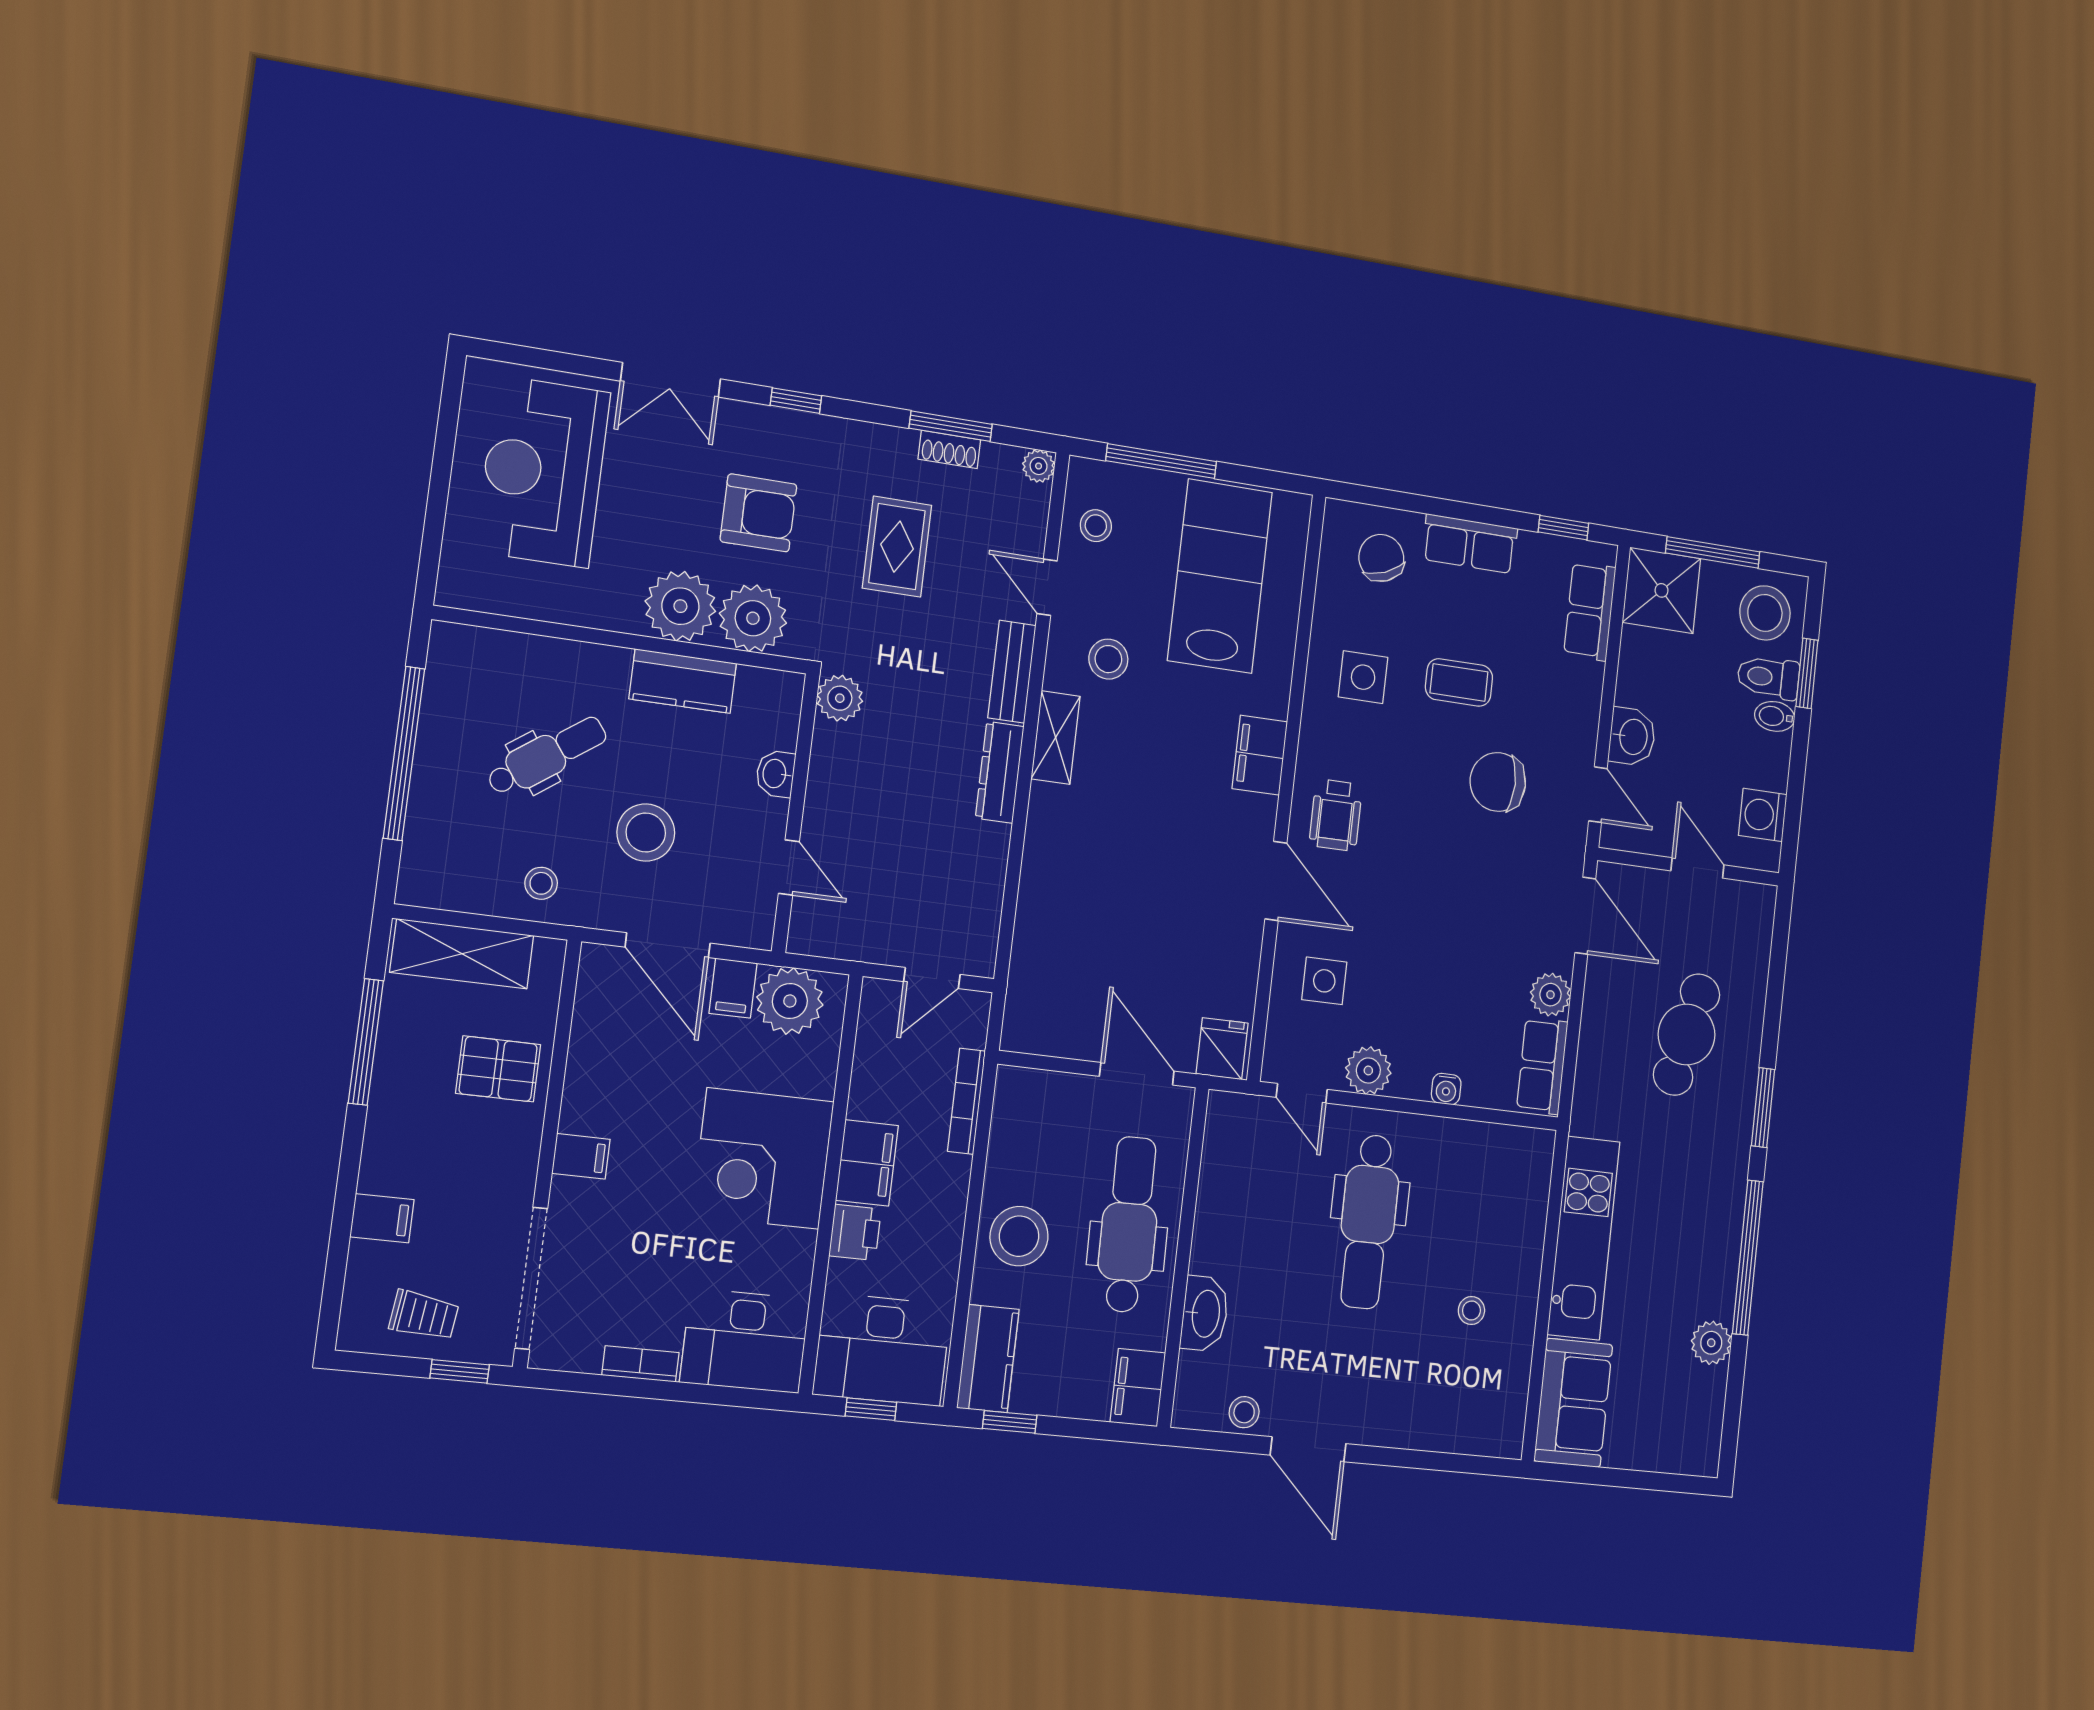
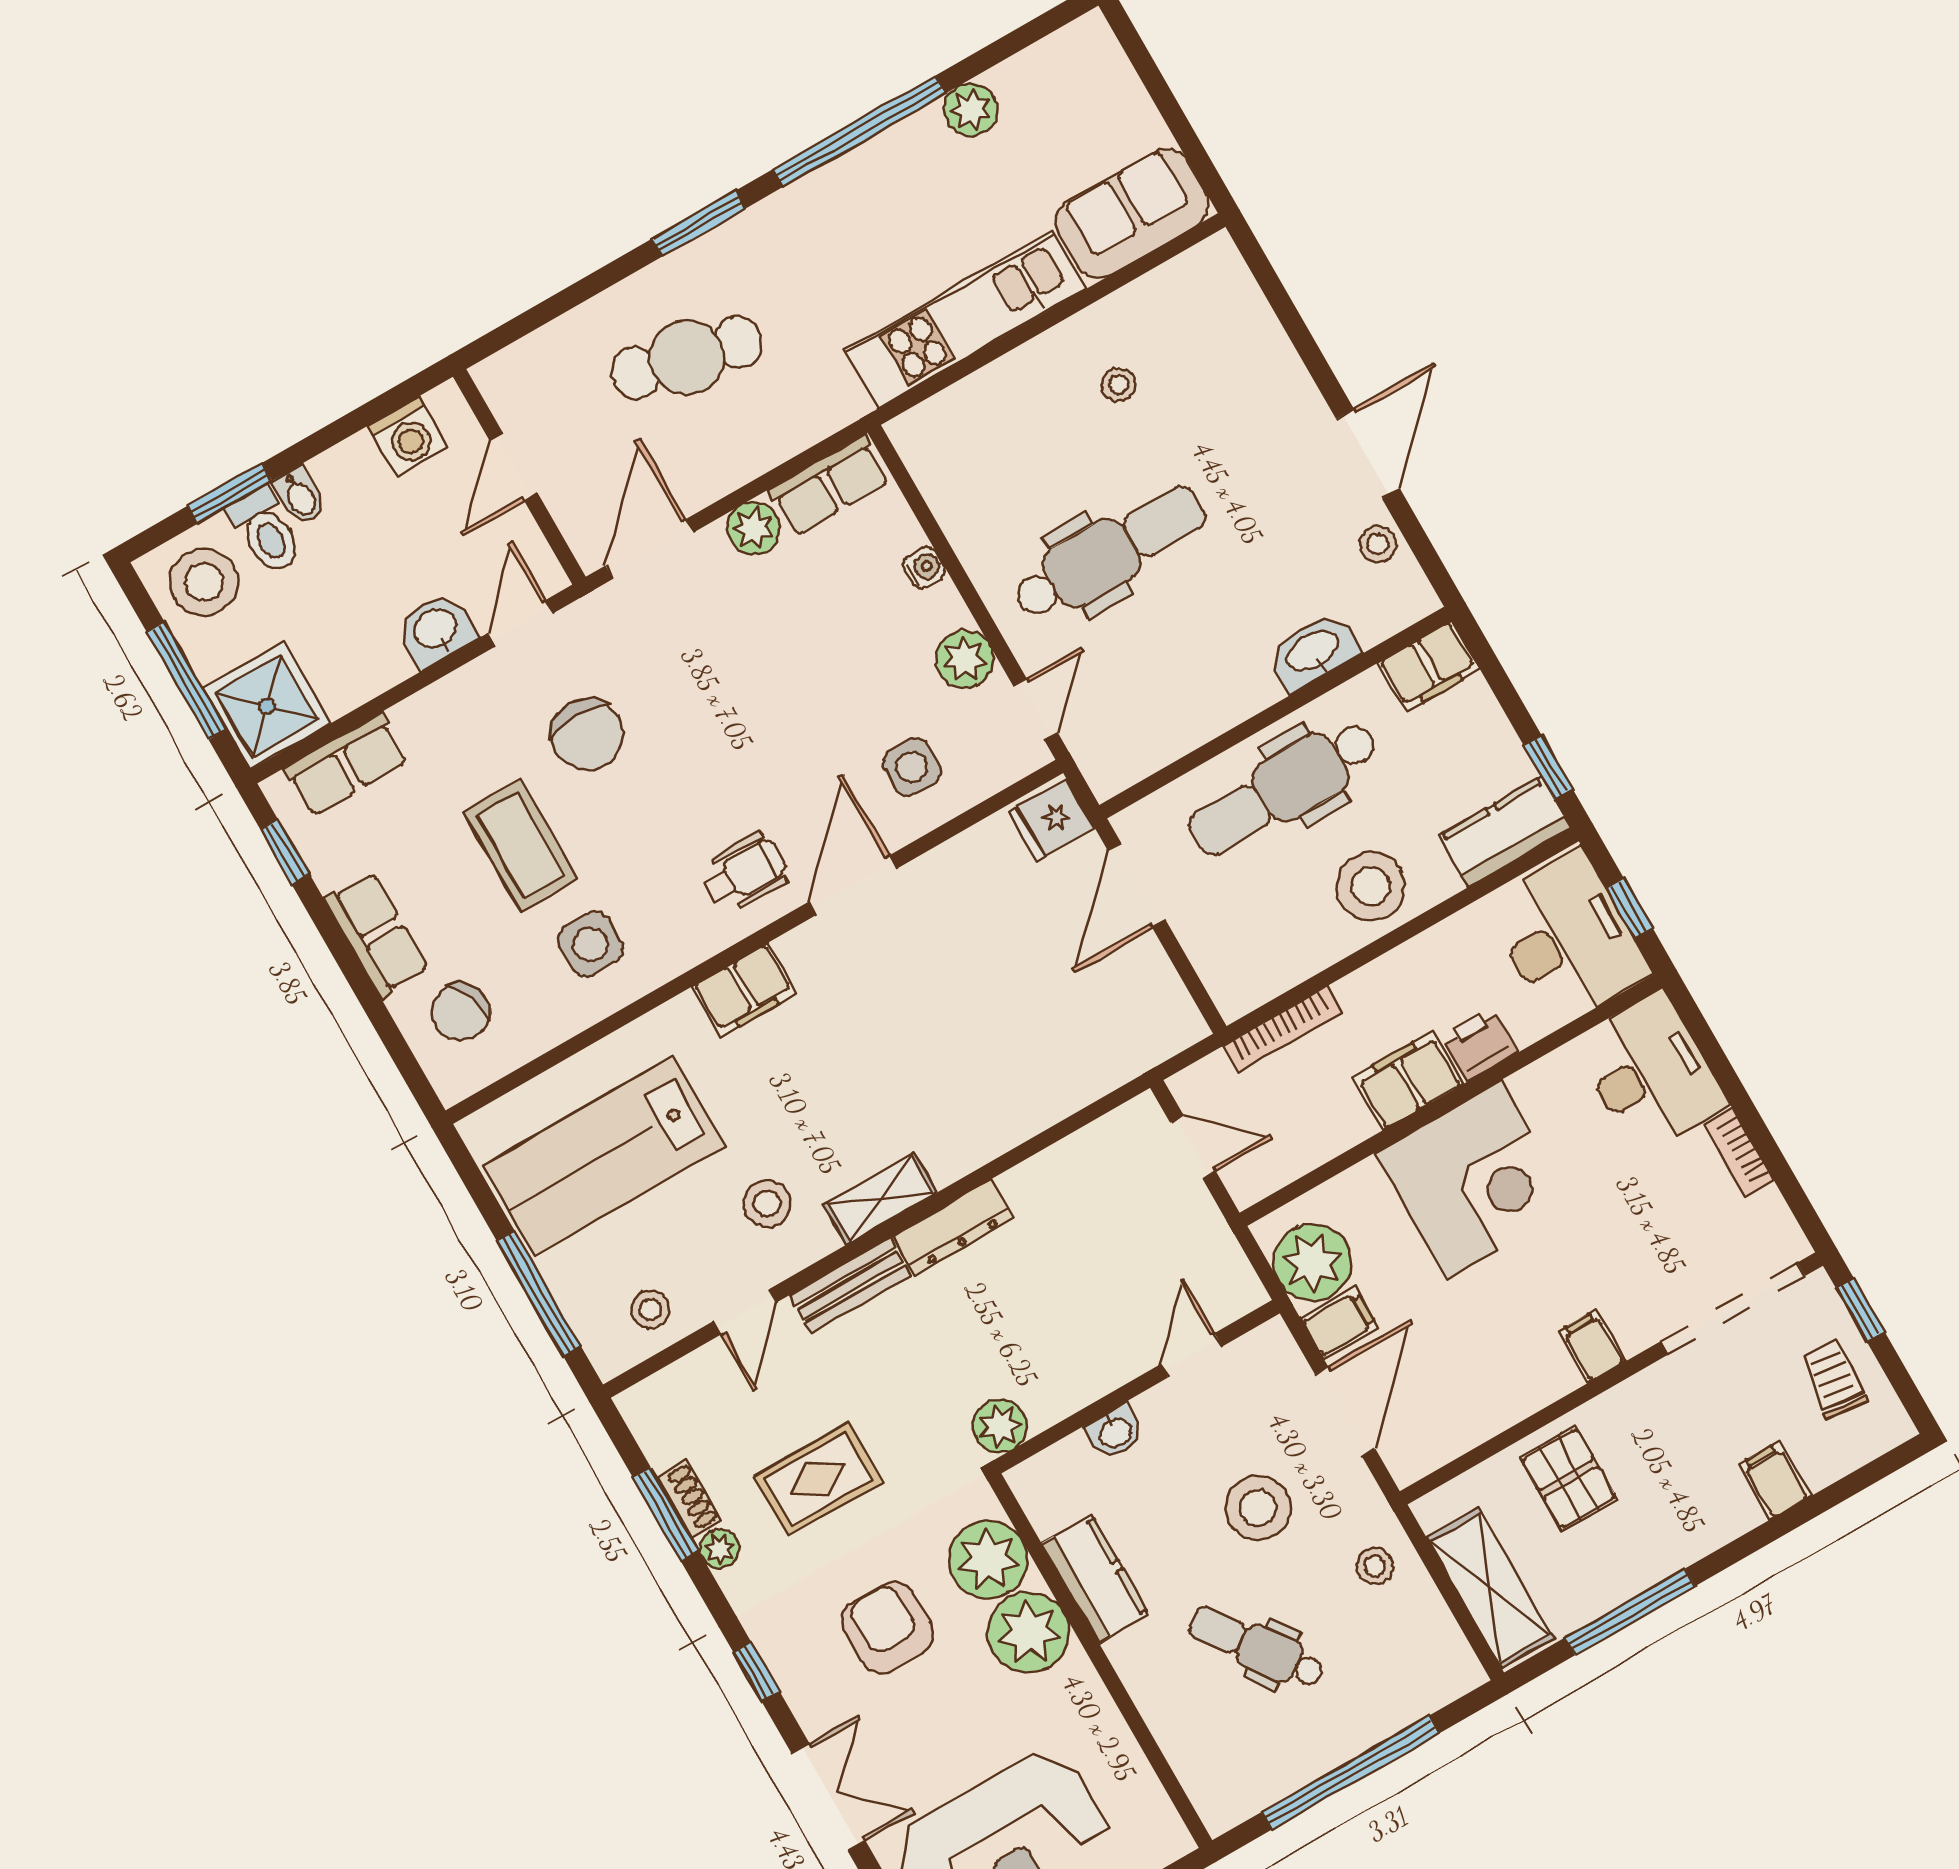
plant: (1039, 466) -> (720, 1549), moved
coffee table: (1459, 682) -> (521, 845), width x1.36, depth x1.30

